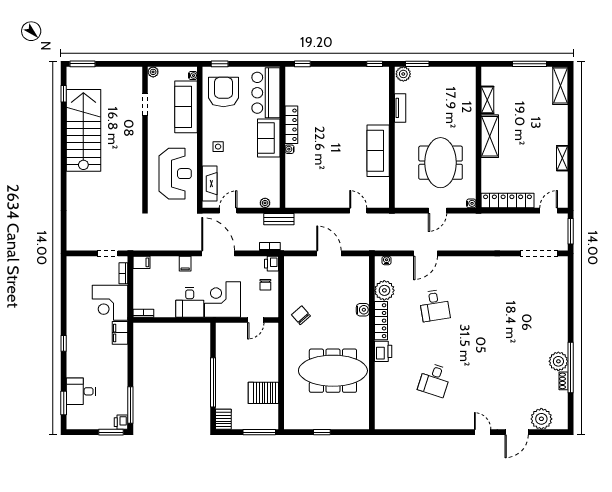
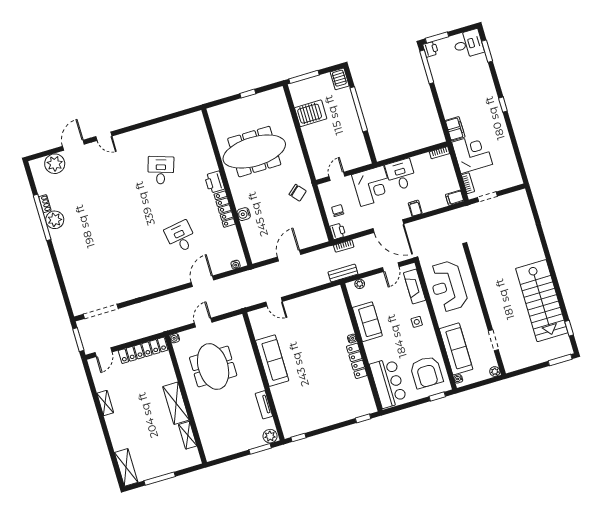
sofa: (269, 138) -> (367, 322), moved
door: (329, 253) -> (289, 256), swing flipped
plant: (384, 290) -> (229, 237), removed
desk: (81, 391) -> (468, 44), moved

